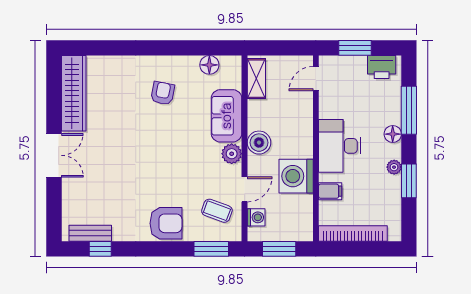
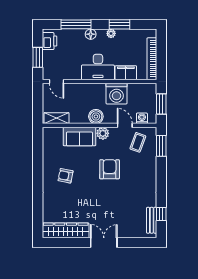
floor lamp: (209, 65) -> (48, 147), removed
filing cabinet: (330, 191) -> (126, 73), width x2.00
armchair: (166, 223) -> (110, 169), moved

